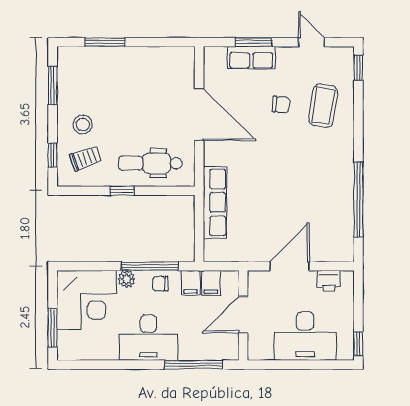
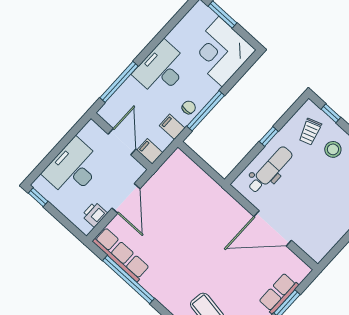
chair: (281, 105) -> (232, 285), removed
row of seats: (215, 202) -> (121, 254), moved, turned 180
plant: (127, 279) -> (211, 89), removed
filing cabinet: (211, 283) -> (150, 151), moved

